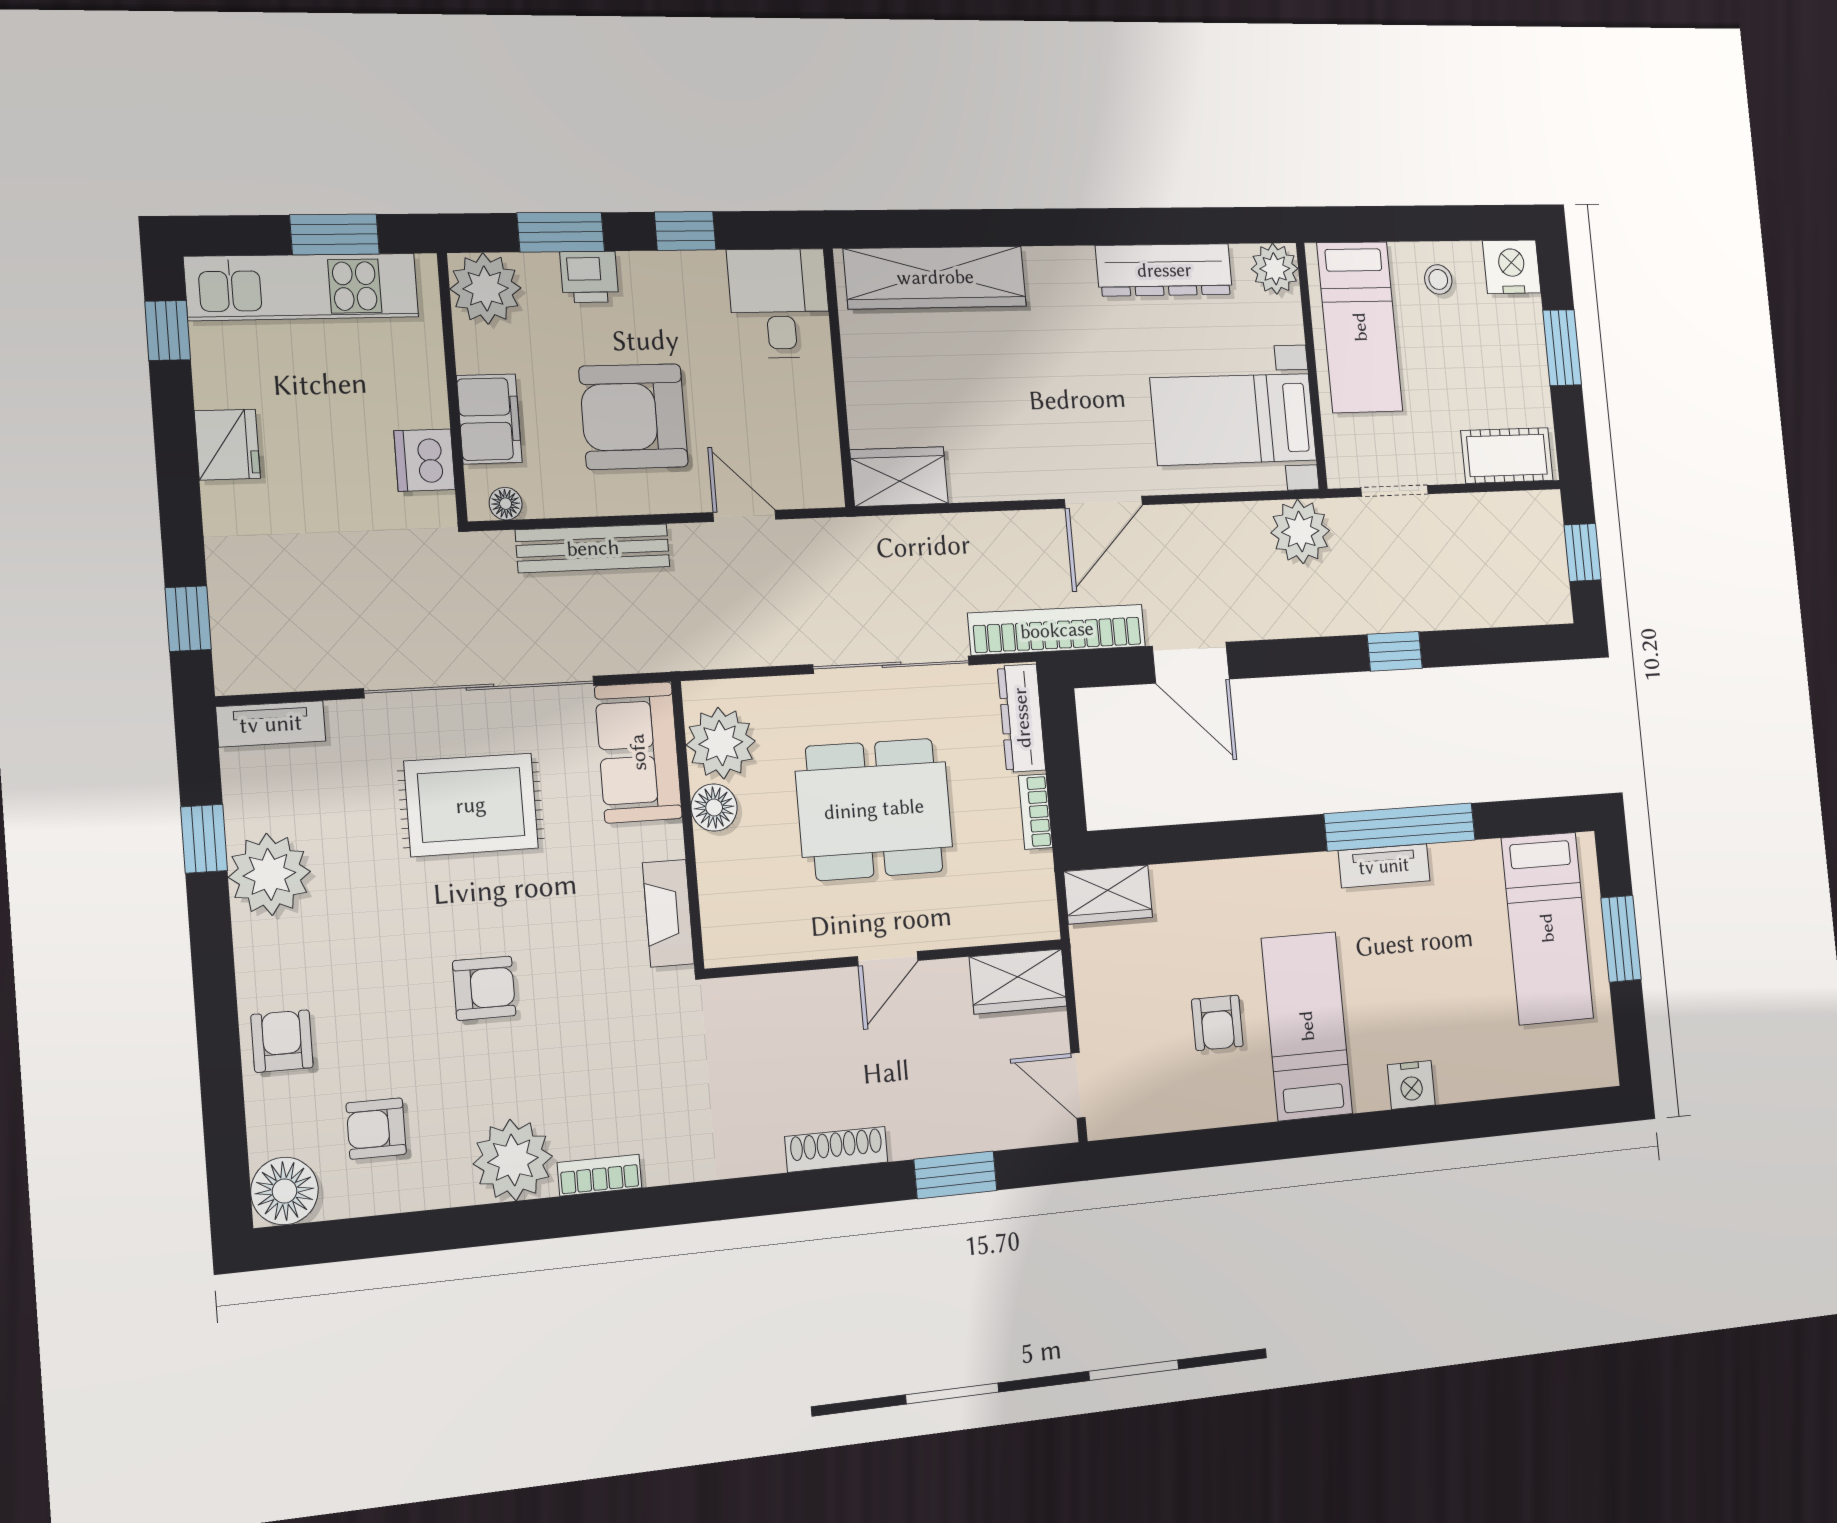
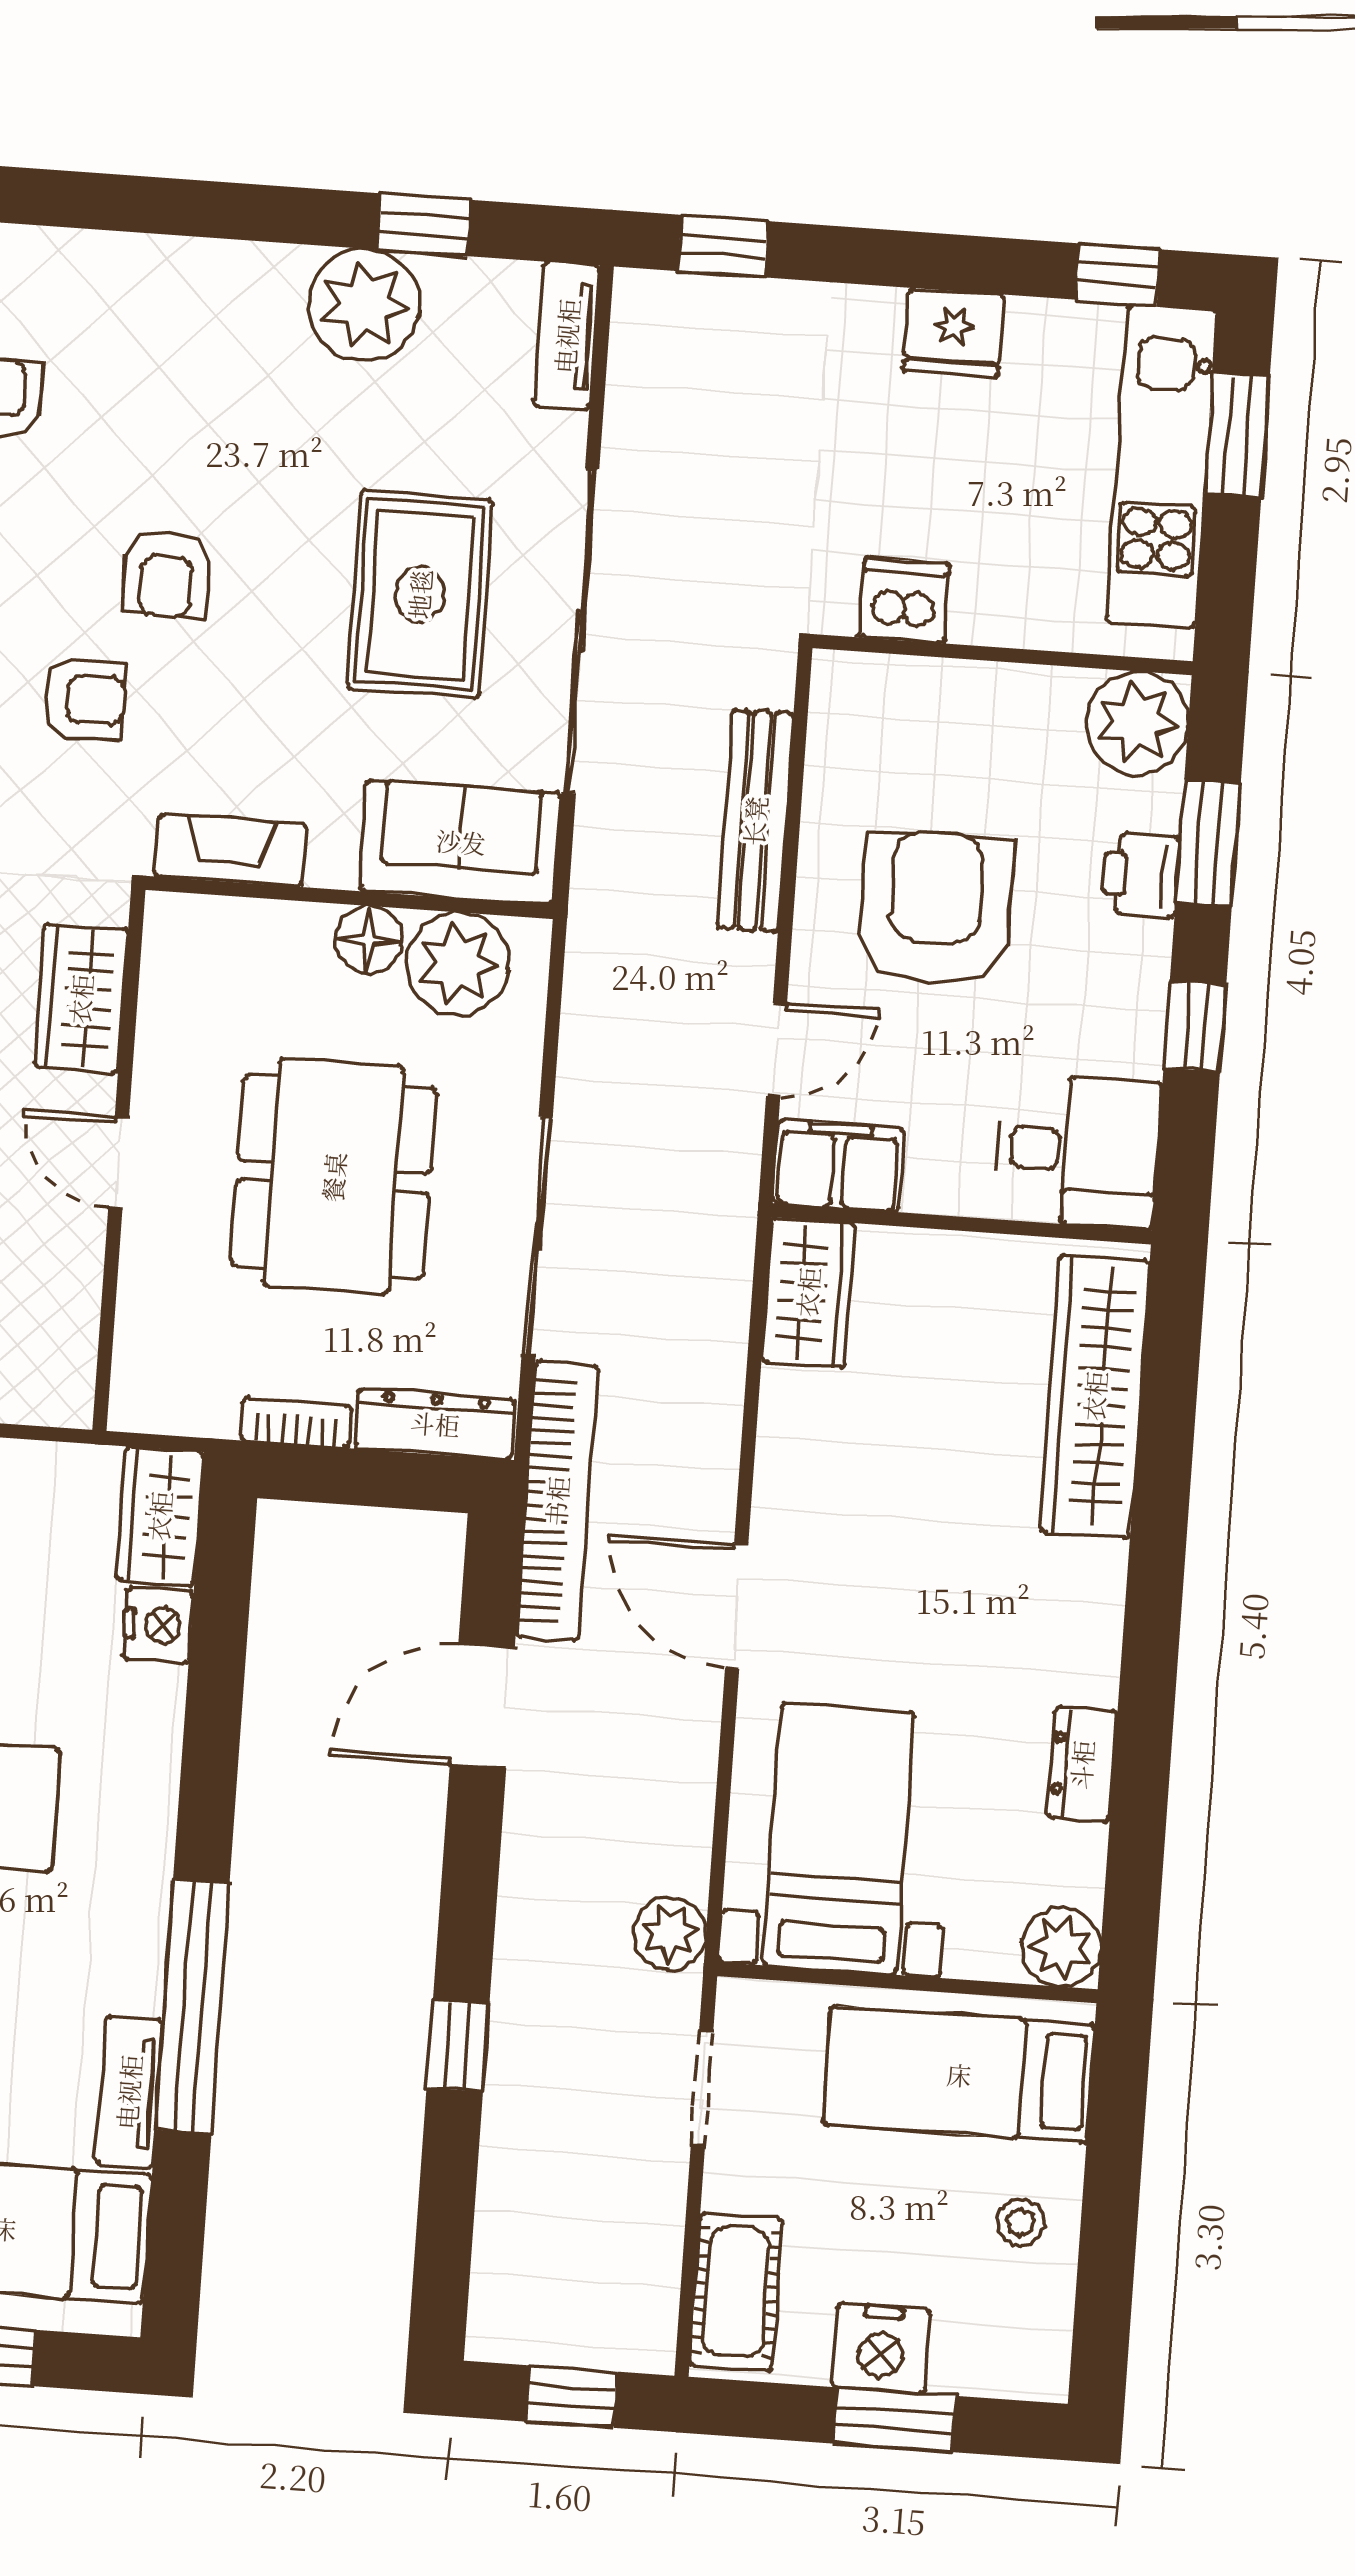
window: (335, 234) -> (1237, 436), moved
nightstand: (1512, 267) -> (881, 2348), moved, turned 90
dresser: (1164, 270) -> (1082, 1765), width x0.51, depth x0.80
filing cabinet: (489, 419) -> (838, 1166), moved, turned 180
floor lamp: (506, 504) -> (832, 706), removed
plant: (1300, 532) -> (670, 1934), width x0.73, depth x0.73
tv unit: (1384, 866) -> (129, 2092), moved
nightstand: (1176, 885) -> (158, 1625), added
wardrobe: (1018, 982) -> (81, 999), moved
armchair: (282, 1041) -> (84, 699), moved

